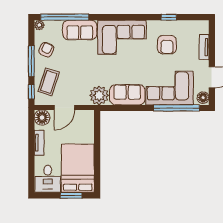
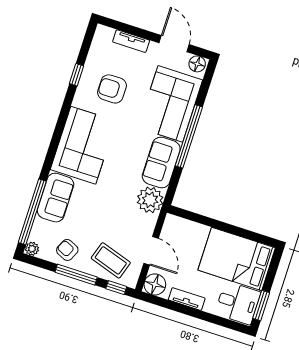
armchair: (167, 45) -> (112, 89), turned 180
window: (176, 108) -> (189, 136), moved
window: (71, 195) -> (261, 305), moved

